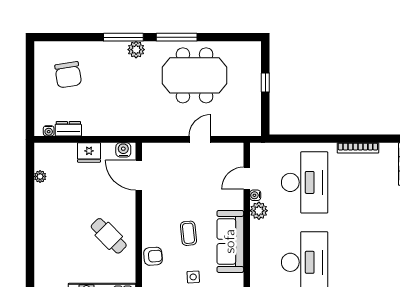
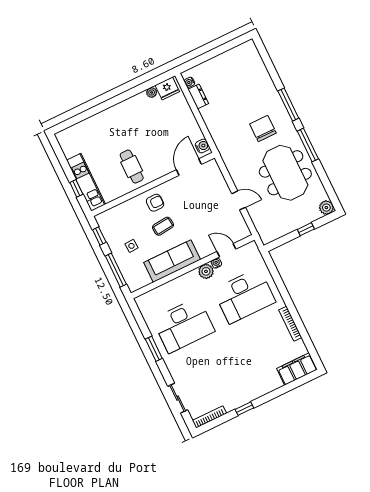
plant: (136, 50) -> (326, 208), moved
chair: (68, 75) -> (263, 128), moved, turned 99
fridge: (89, 152) -> (167, 88), moved, turned -90
cafe table: (109, 236) -> (132, 167), turned -45
armchair: (153, 256) -> (155, 203), moved, turned -85

